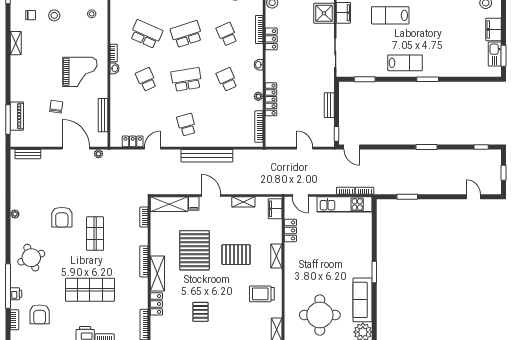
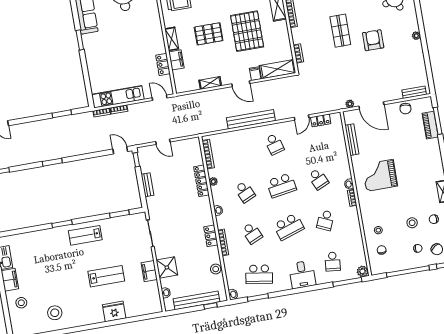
school desk: (146, 34) -> (325, 220), width x0.54
chair: (56, 107) -> (405, 109), moved
filing cabinet: (275, 209) -> (176, 60), moved

